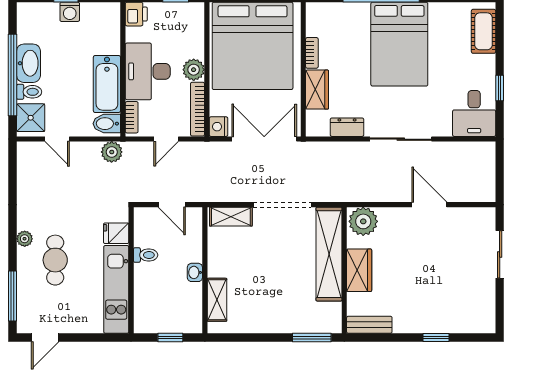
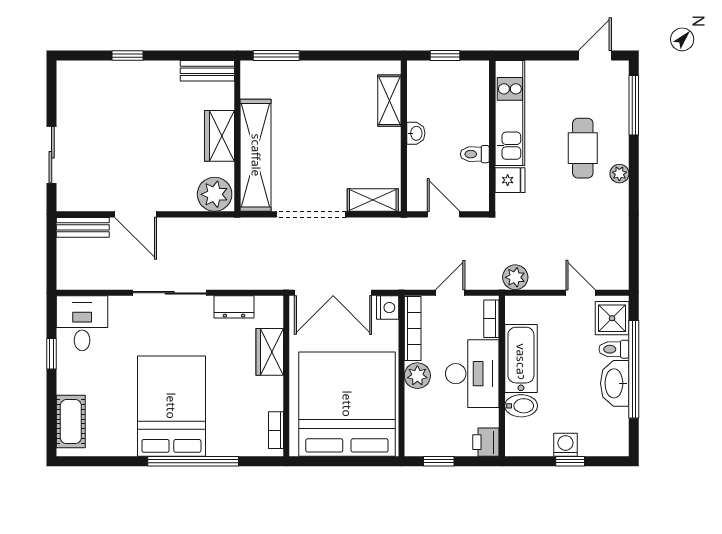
bookcase: (312, 53) -> (276, 430), moved
bidet: (107, 124) -> (521, 406), moved
bench: (474, 194) -> (83, 227), added

